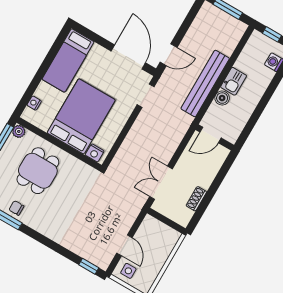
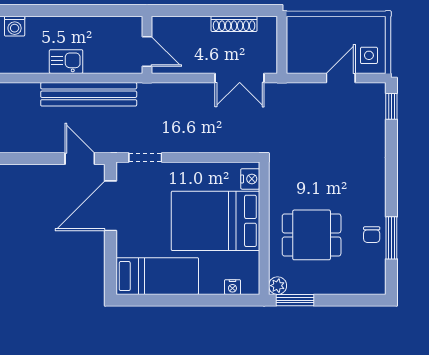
boiler: (222, 98) -> (94, 64), removed
shoe rack: (196, 199) -> (234, 24), width x1.43

